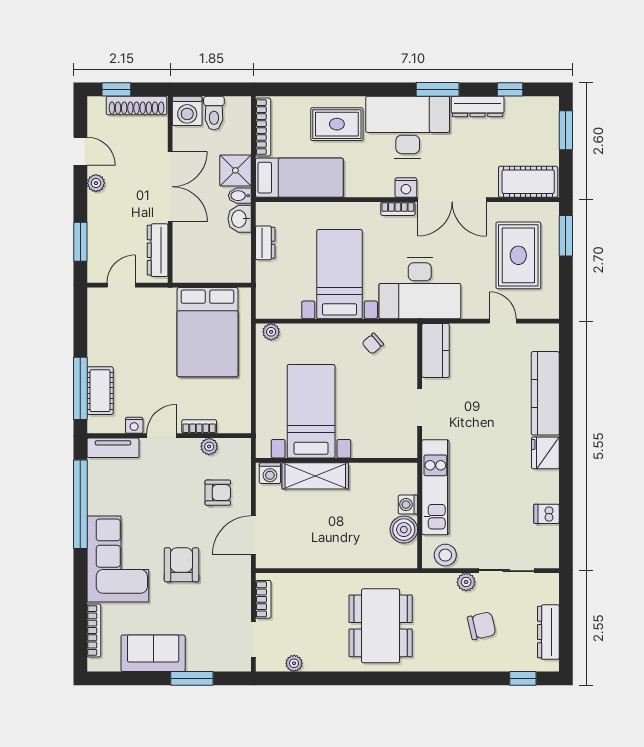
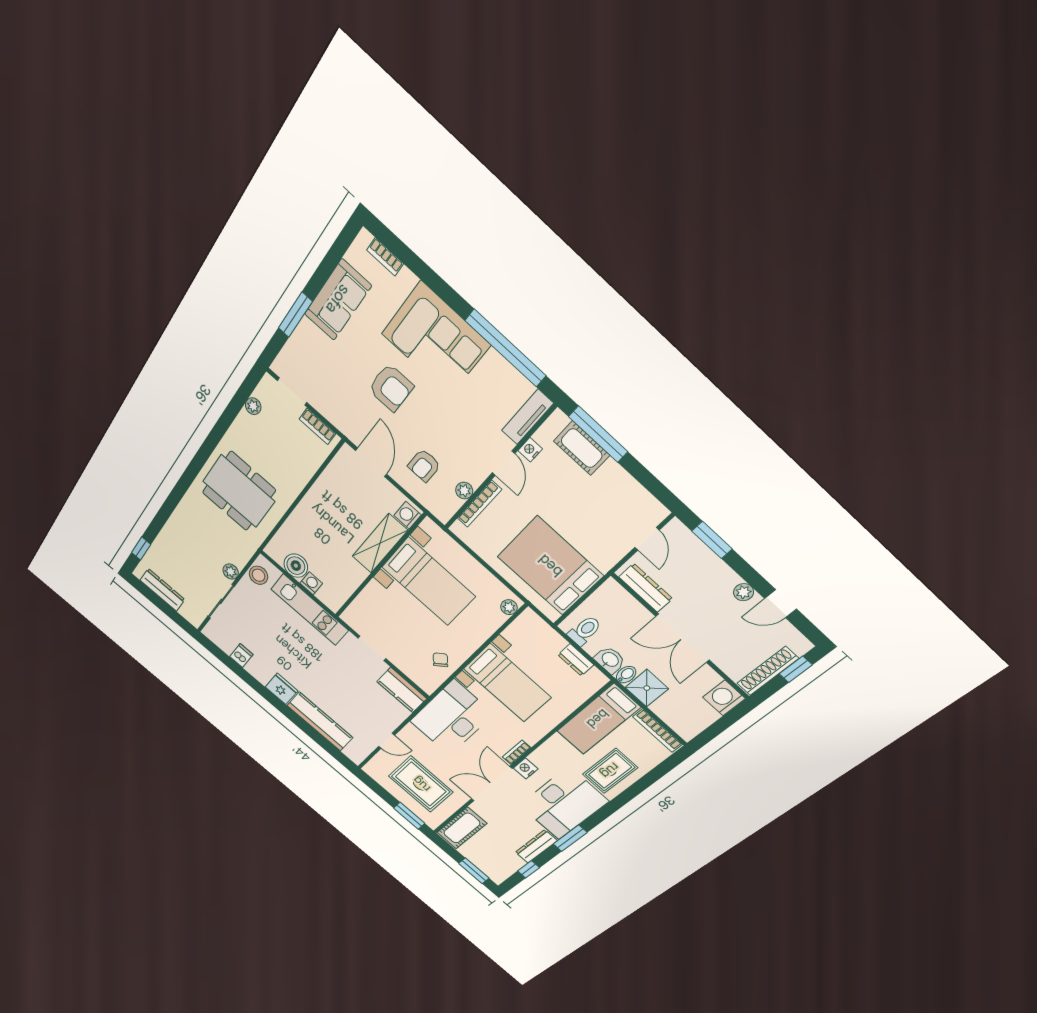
toilet: (214, 113) -> (585, 631), moved, turned 90
bookcase: (199, 427) -> (479, 504), width x1.56
chair: (482, 626) -> (194, 555), removed
bookcase: (94, 630) -> (385, 257), width x0.64

